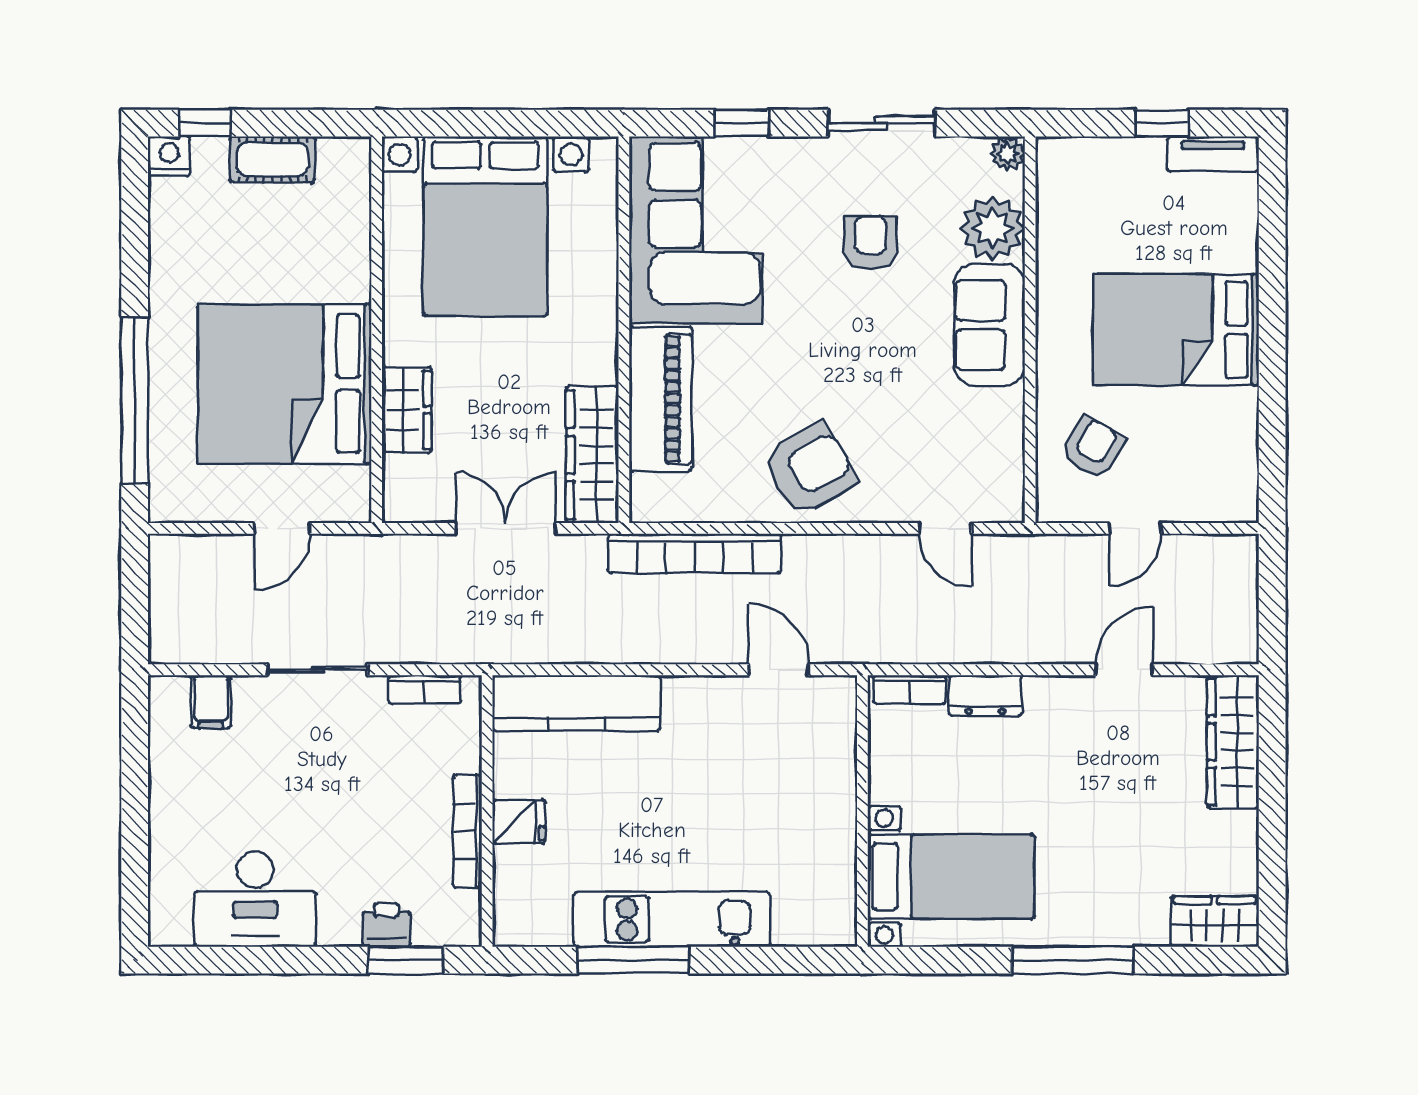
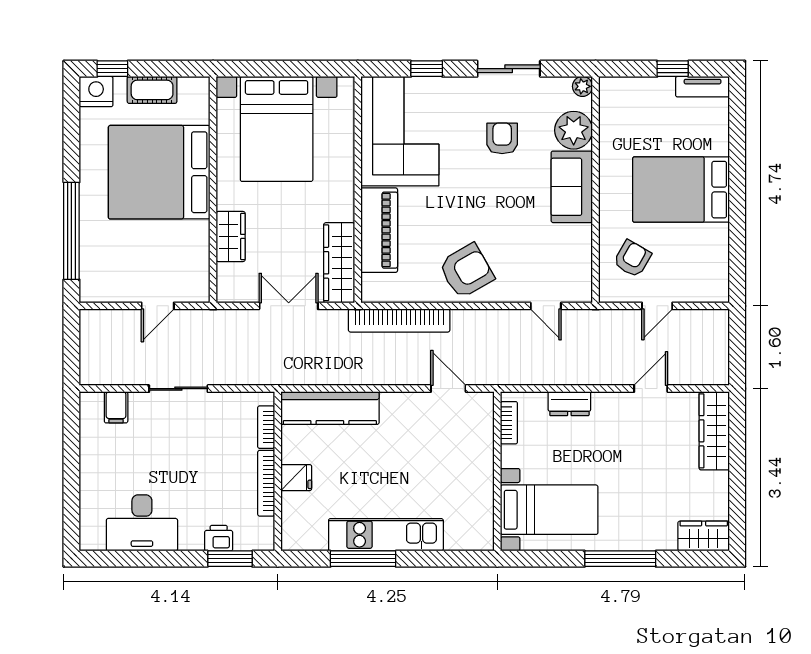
nightstand: (169, 156) -> (96, 92), width x1.36, depth x1.33
bed: (285, 384) -> (159, 172), moved
bookcase: (425, 689) -> (266, 427), moved, turned 90
bookcase: (909, 690) -> (509, 423), moved, turned -90

